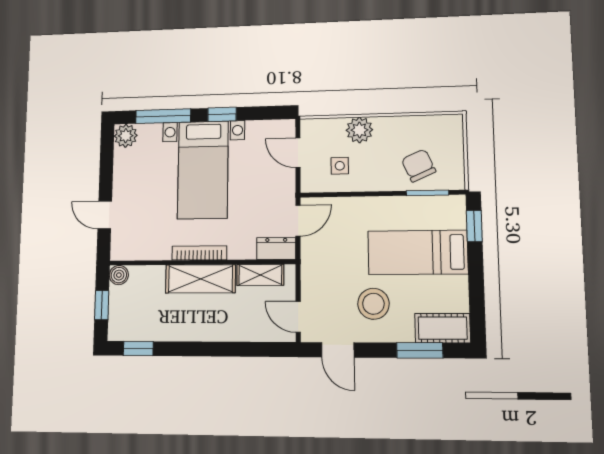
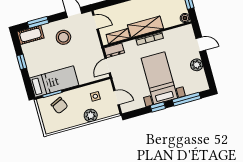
plant: (126, 136) -> (197, 65), moved
window: (474, 226) -> (22, 62), moved
bed: (418, 252) -> (54, 82), moved

